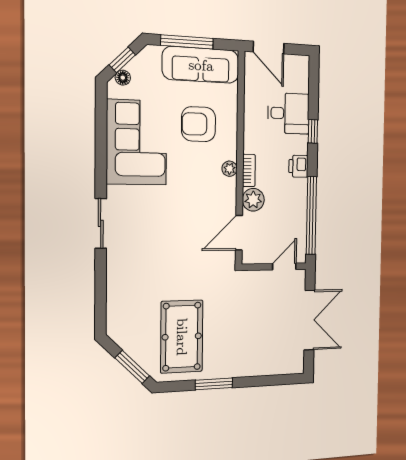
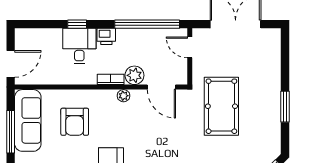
desk: (288, 113) -> (79, 46), moved
plant: (230, 169) -> (124, 96), moved
pool table: (182, 337) -> (221, 106), moved, turned 90

